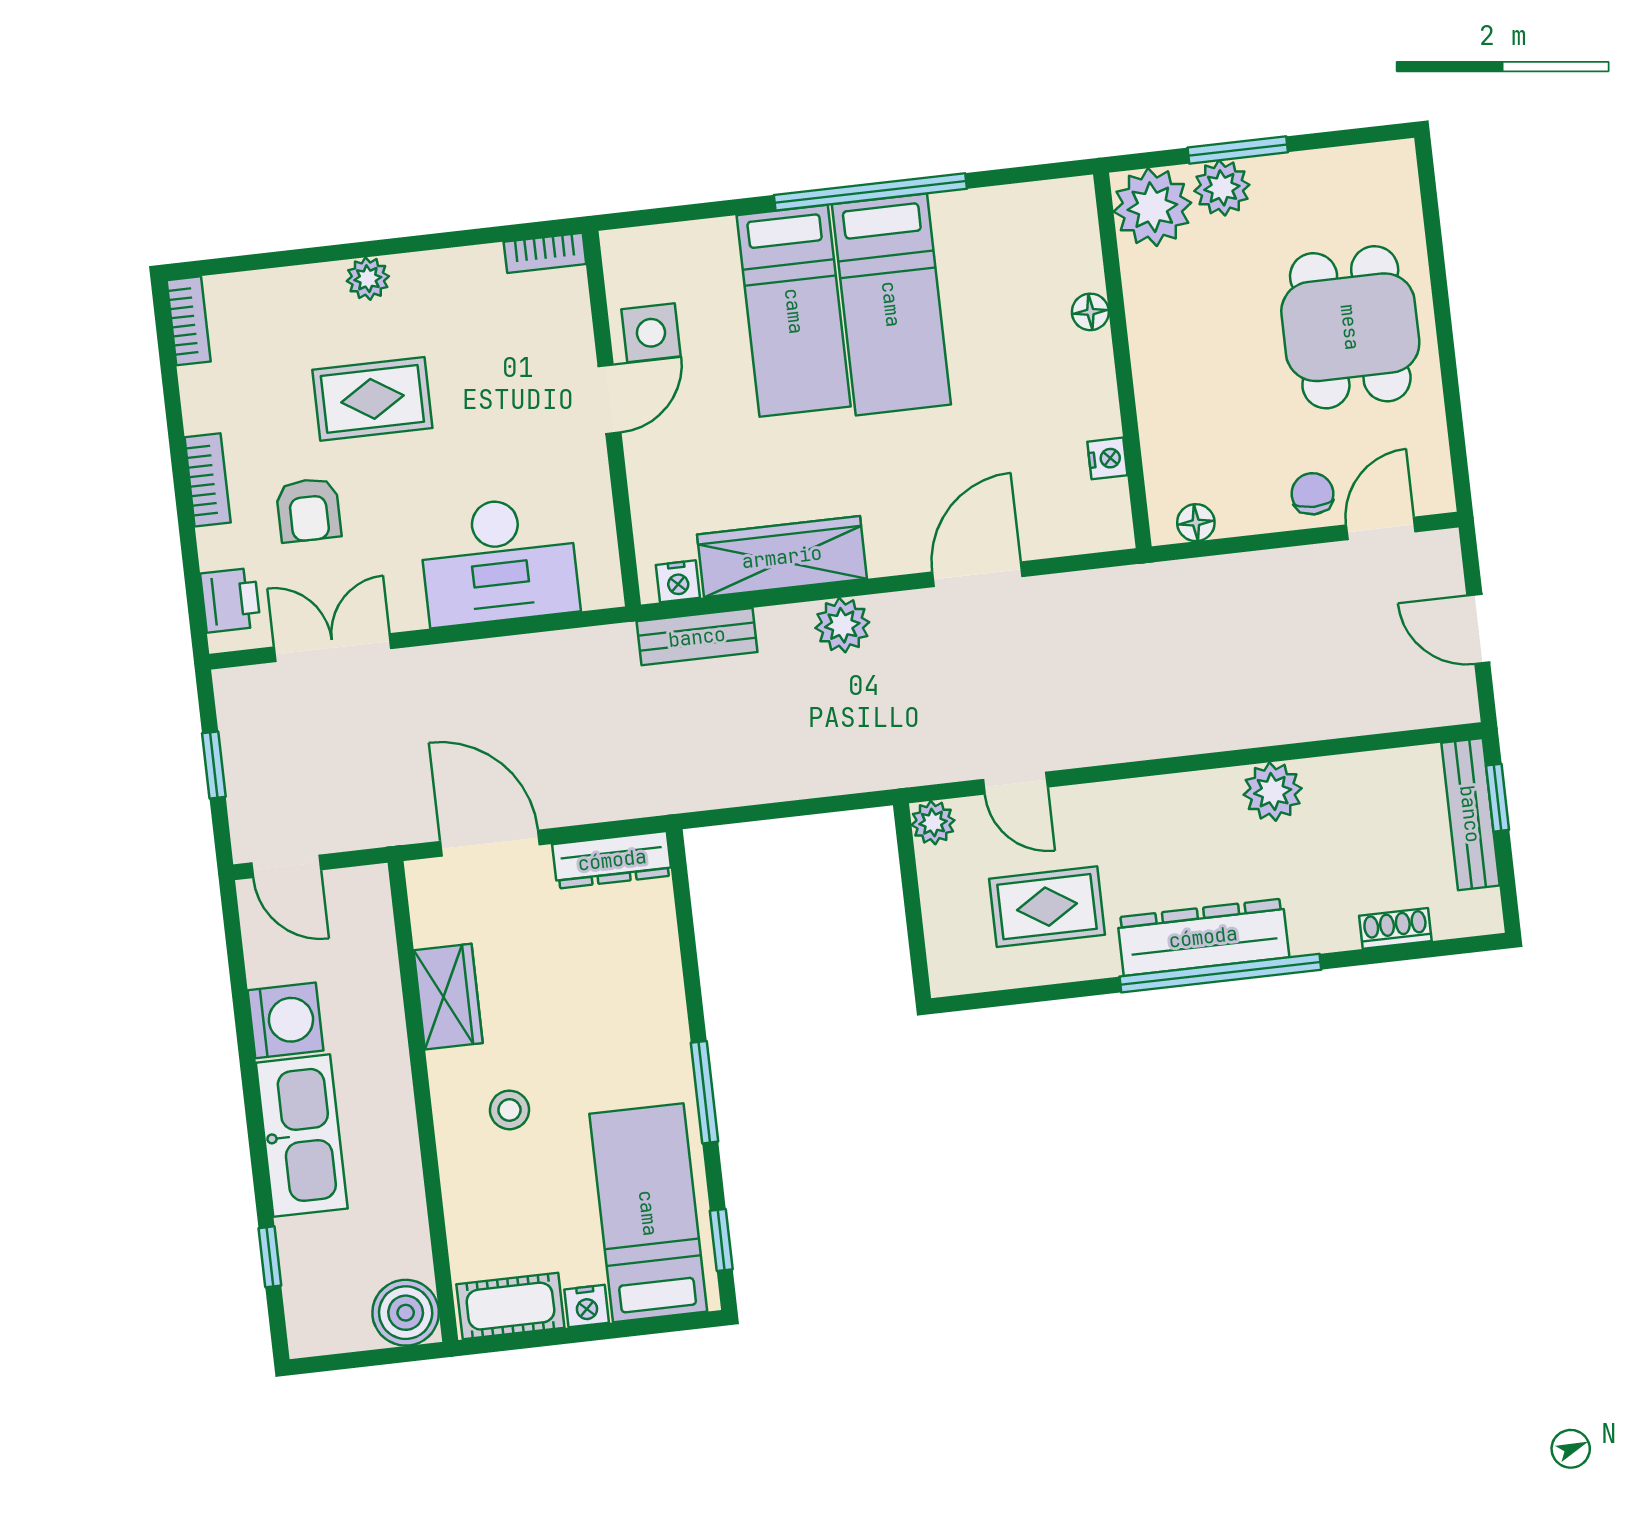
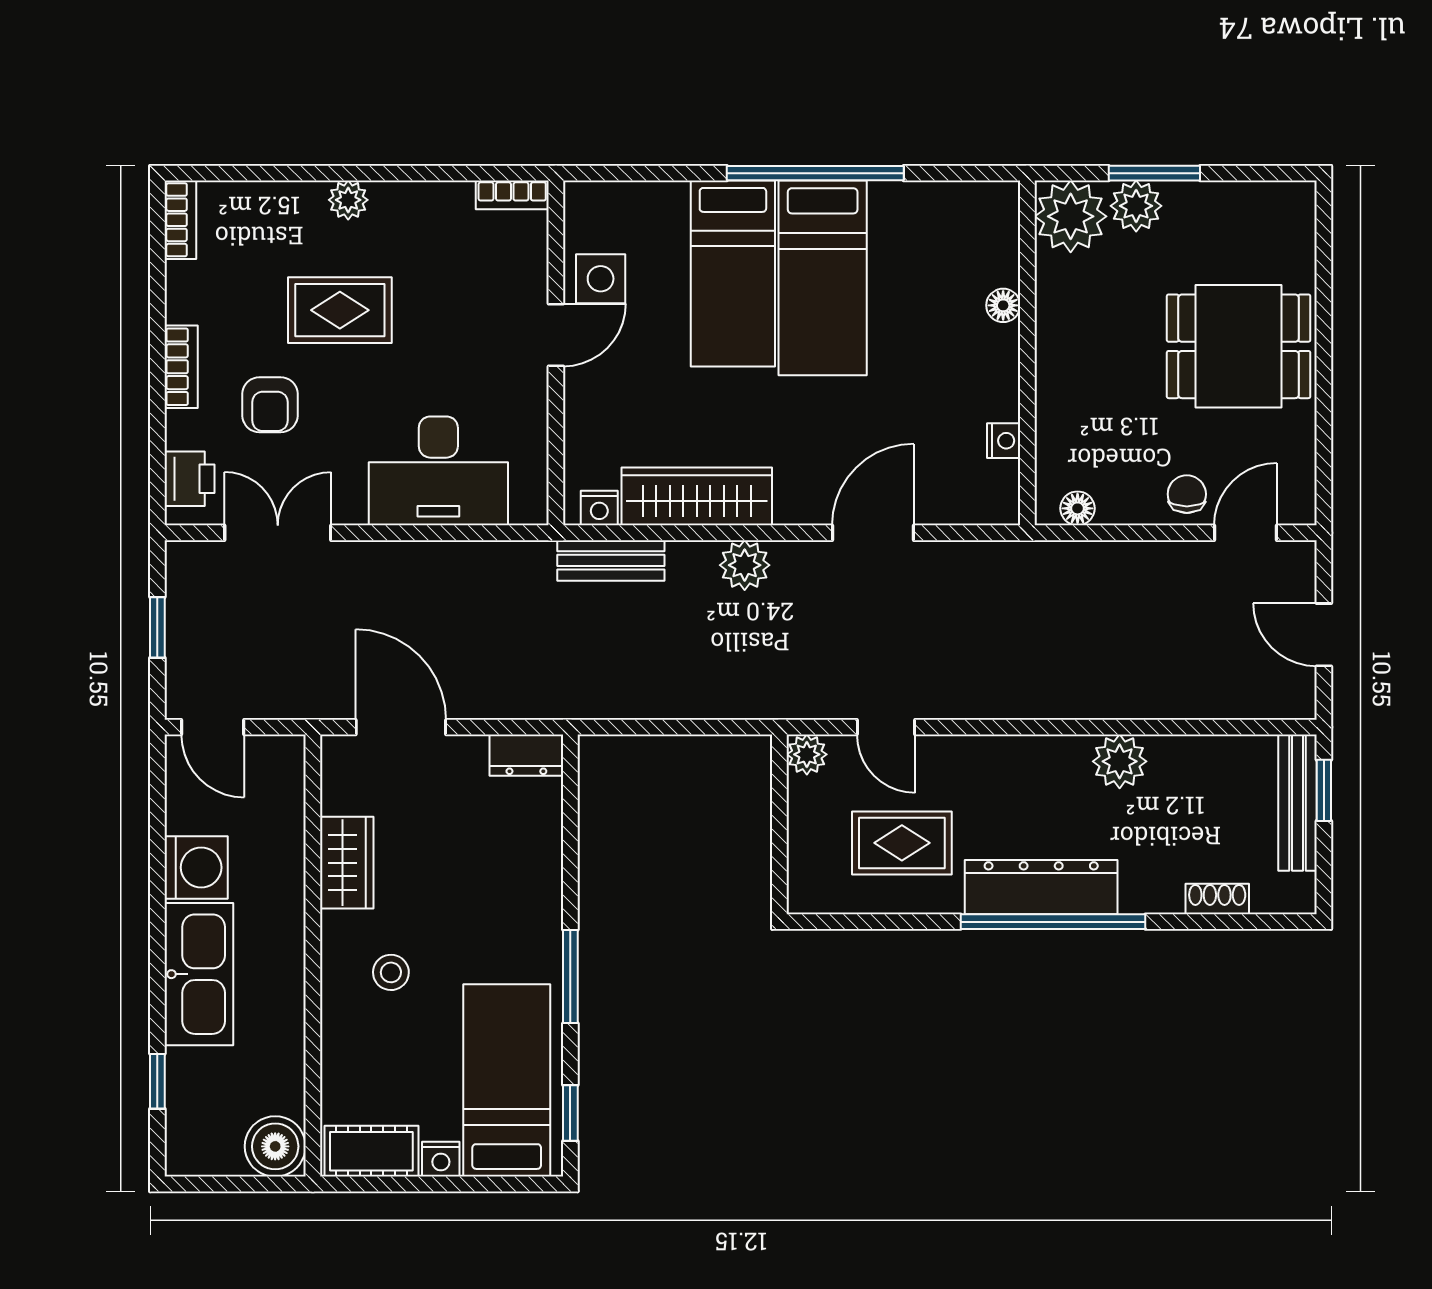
dining table: (1350, 327) -> (1239, 346), turned 90
dresser: (612, 860) -> (526, 755), width x0.70

